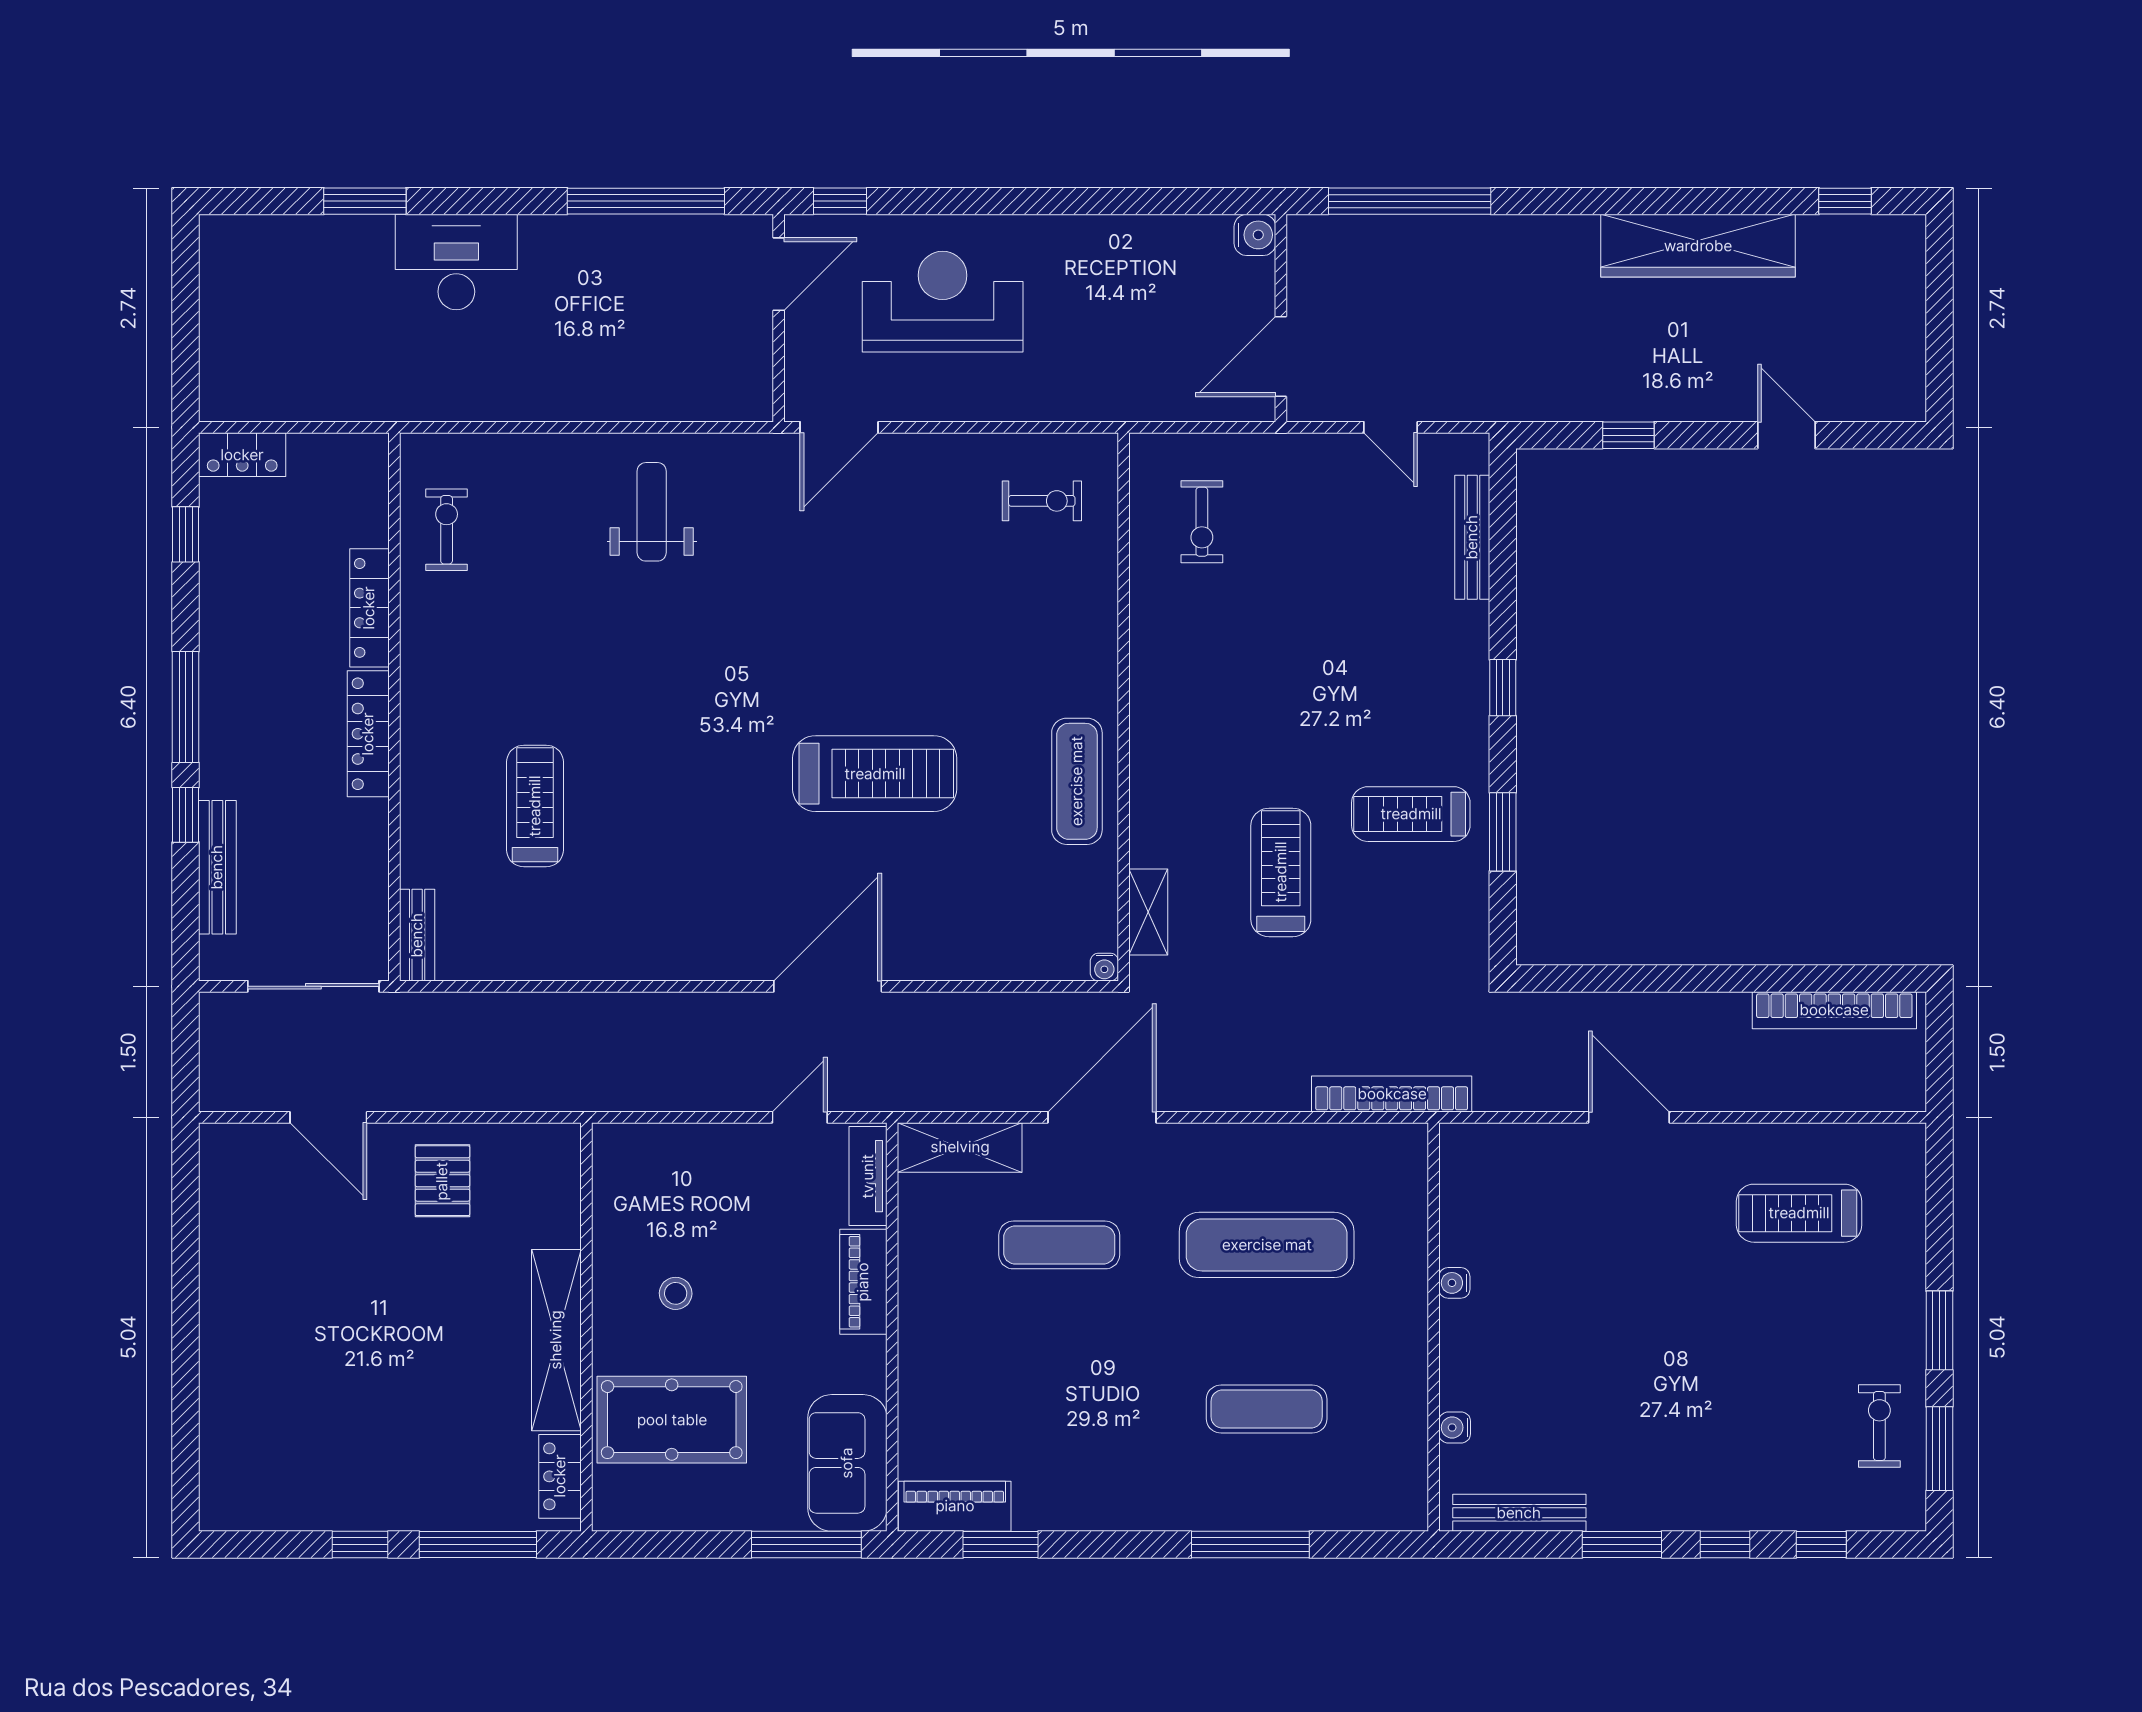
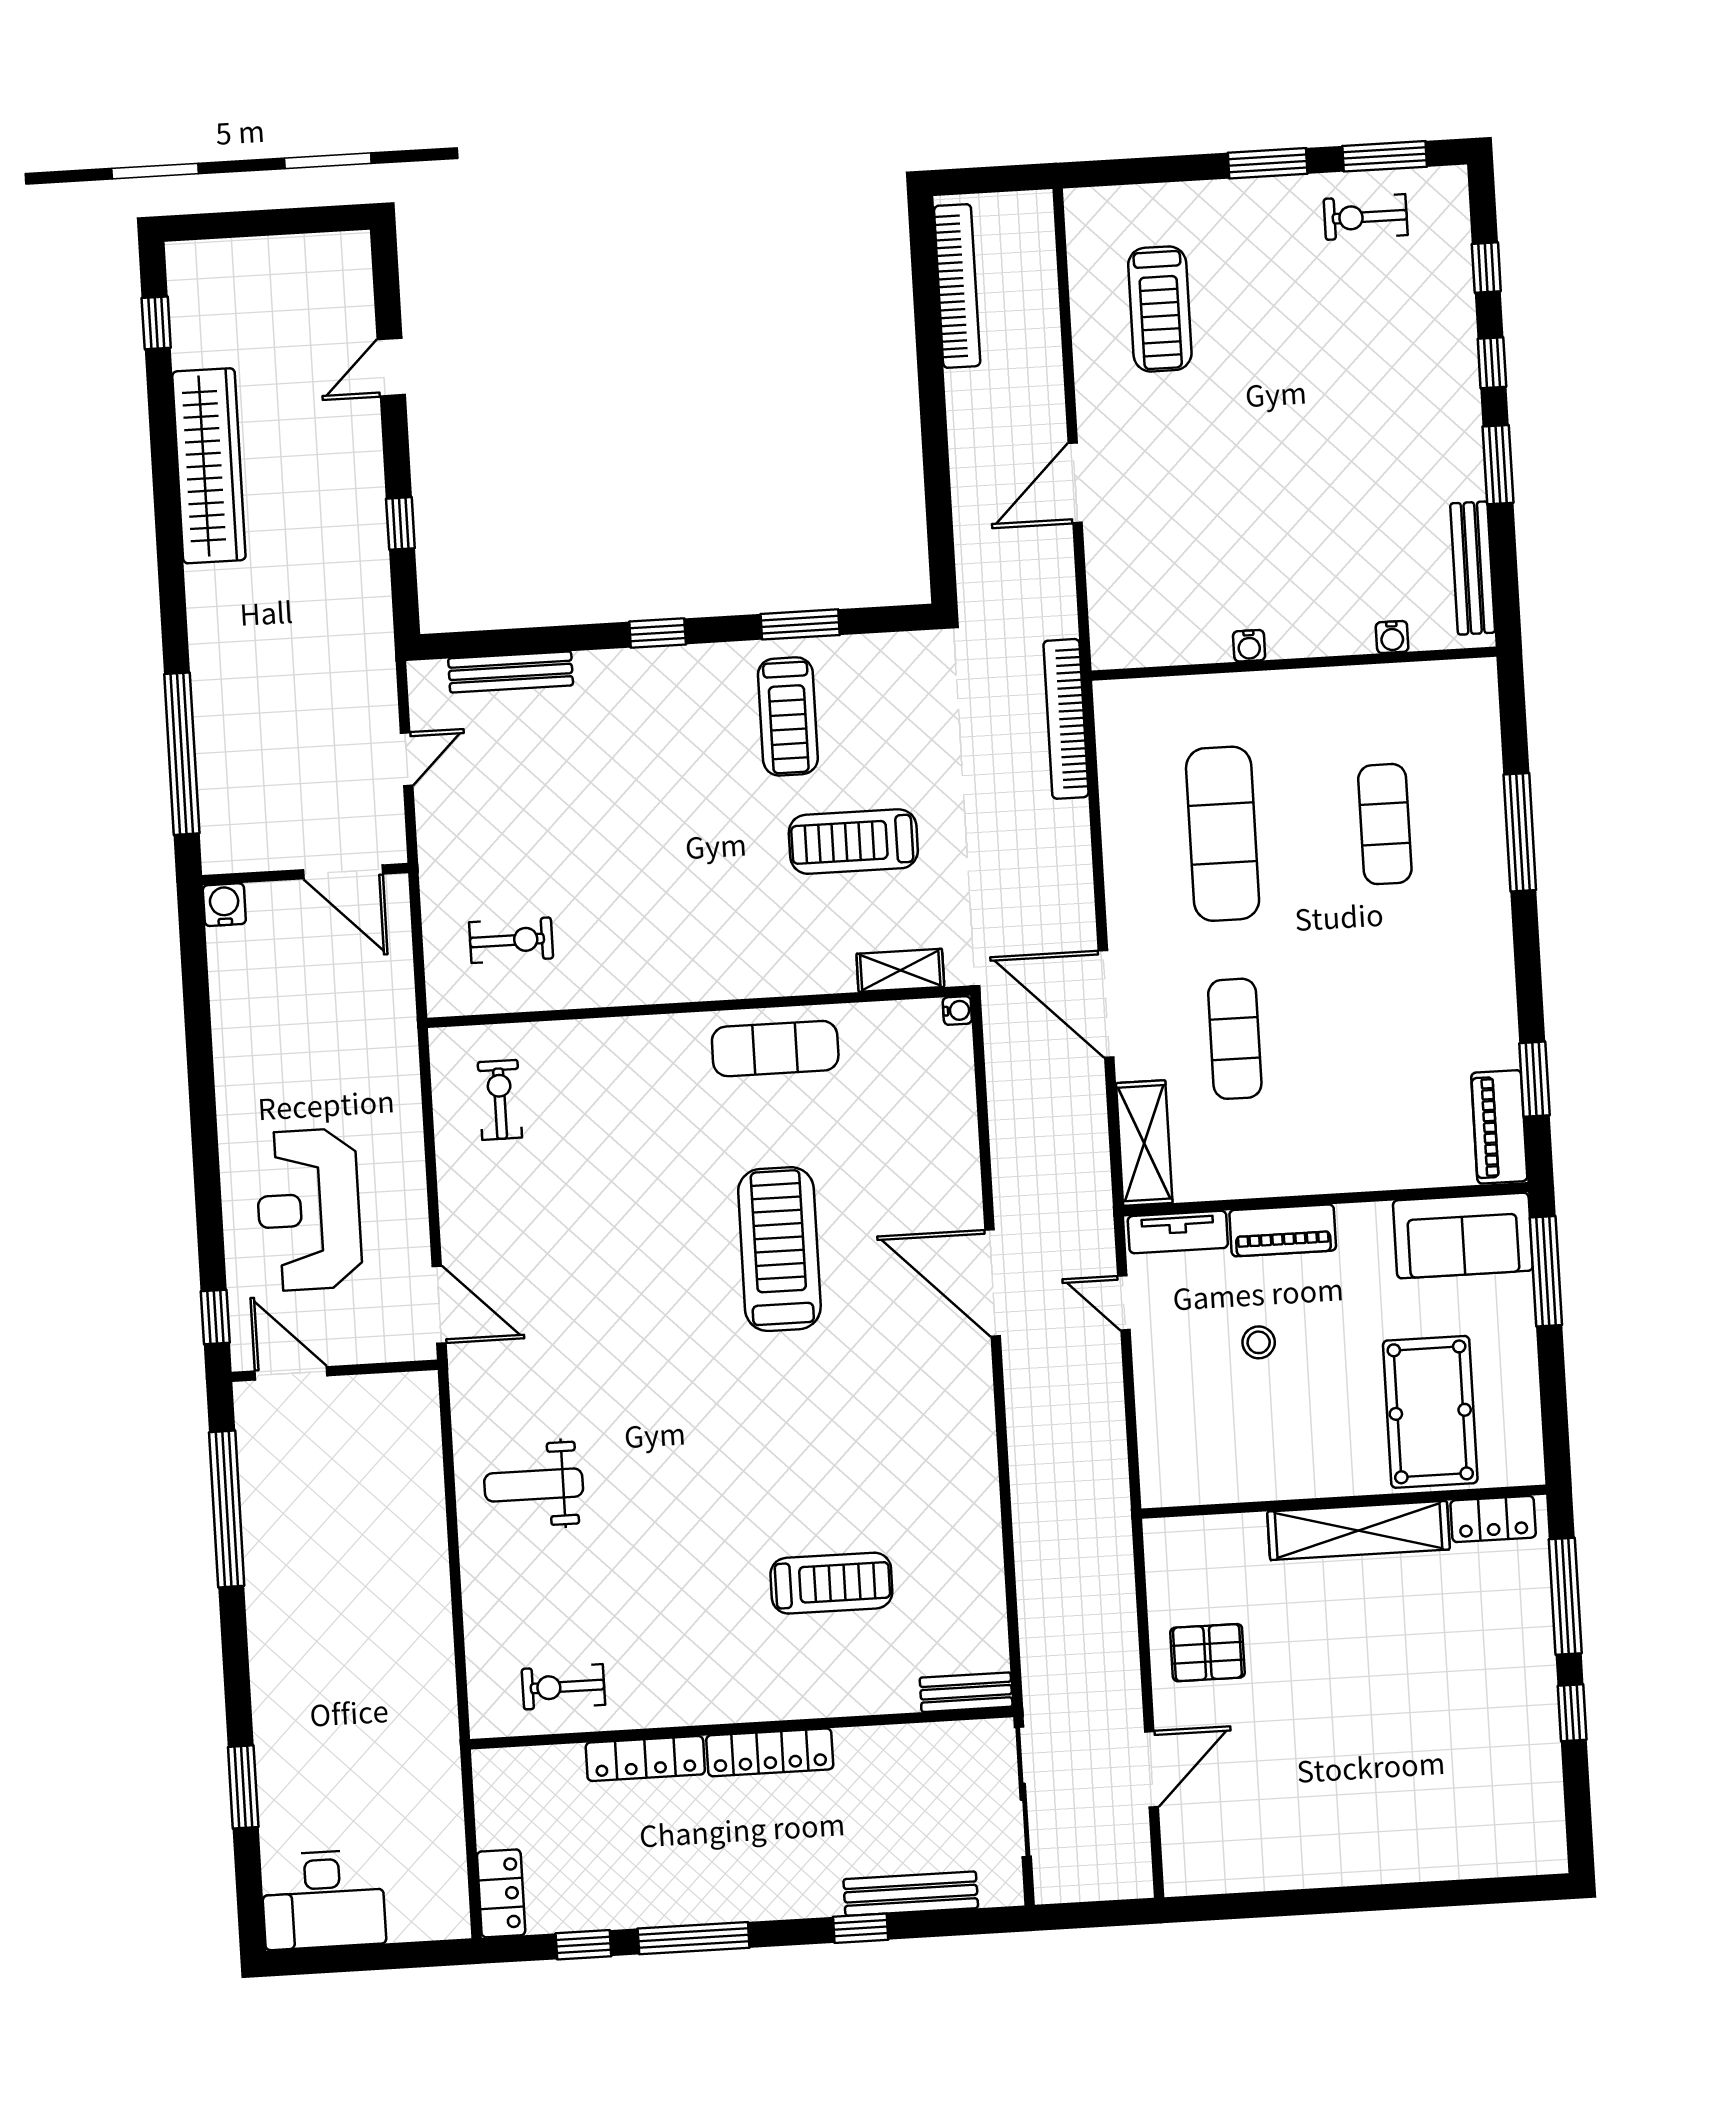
desk: (456, 262) -> (323, 1900), moved, turned -90
window: (186, 707) -> (694, 1938), moved
treadmill: (535, 806) -> (831, 1583), turned 180
stool: (676, 1293) -> (1259, 1342), moved

